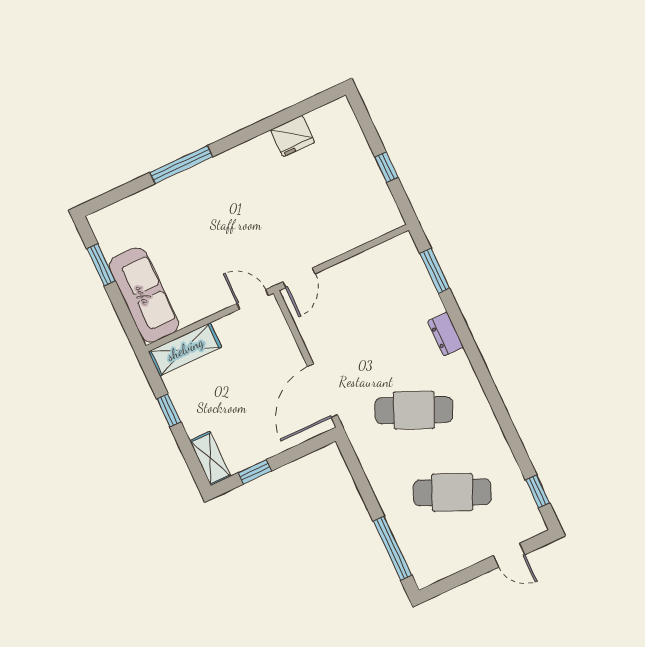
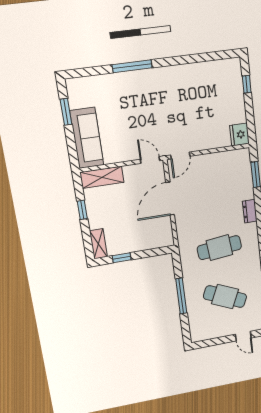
fridge: (293, 136) -> (239, 135), moved, turned 90
window: (386, 167) -> (247, 84), moved
door: (322, 391) -> (170, 199), moved
cafe table: (414, 410) -> (219, 248), turned -30
window: (392, 548) -> (181, 296), moved

